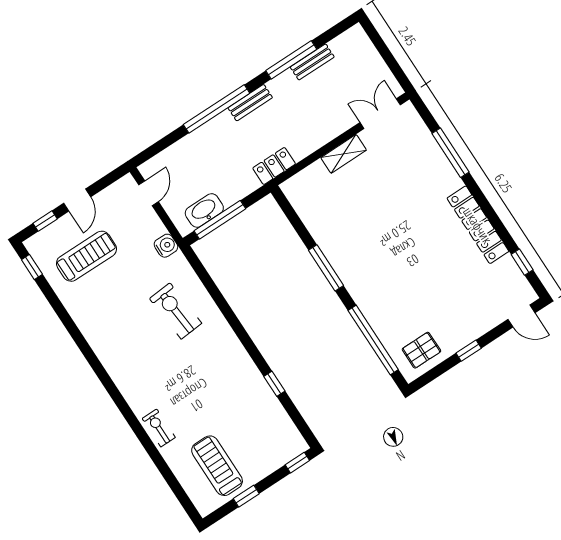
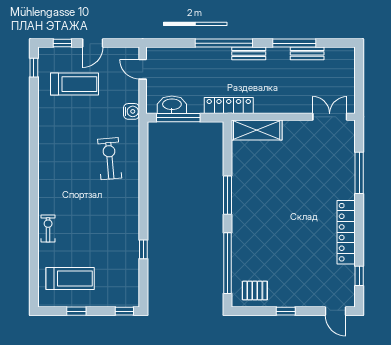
shelving: (344, 154) -> (257, 130), moved, width x1.50, depth x1.33
locker: (274, 166) -> (229, 106), width x1.53
door: (148, 193) -> (143, 69), swing flipped
treadmill: (217, 466) -> (70, 279), turned 90

